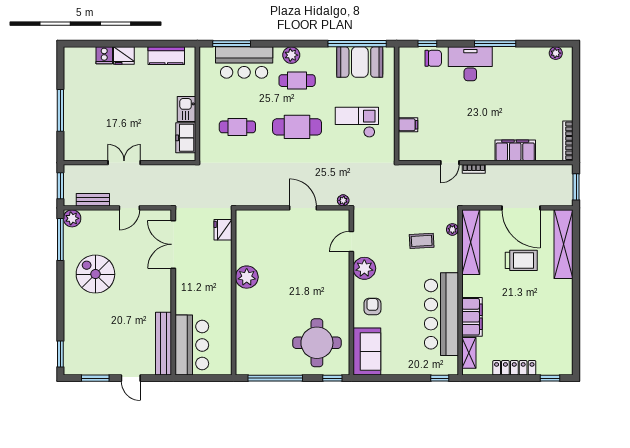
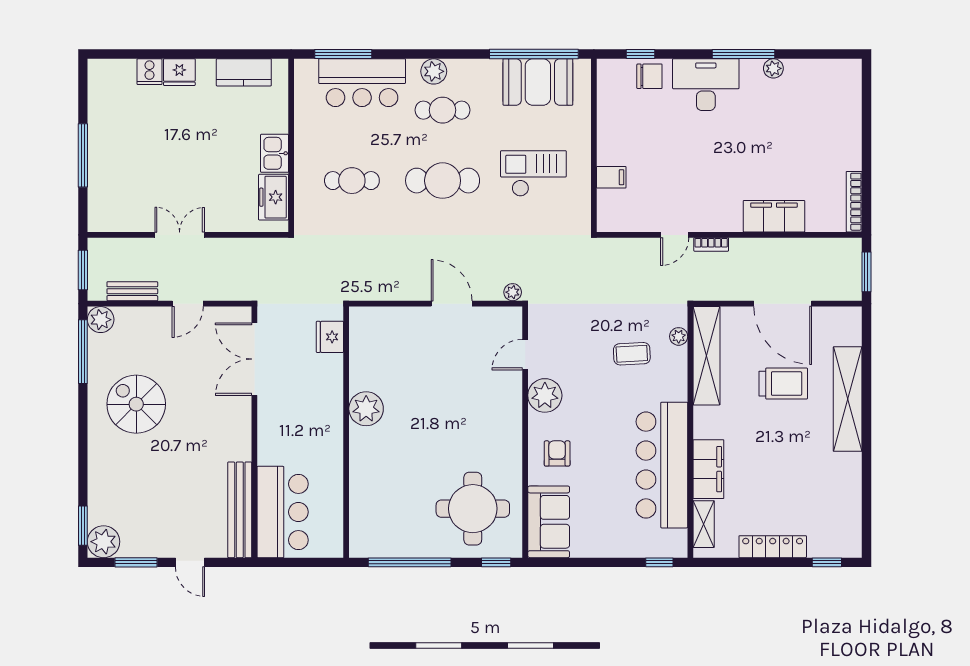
plant: (556, 53) -> (773, 68), moved
shelving: (564, 244) -> (848, 399), moved
plant: (74, 365) -> (104, 542), added

